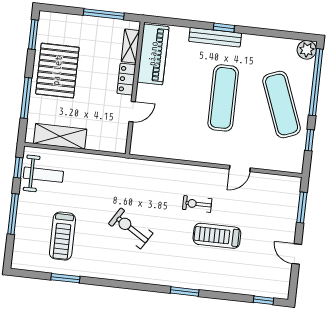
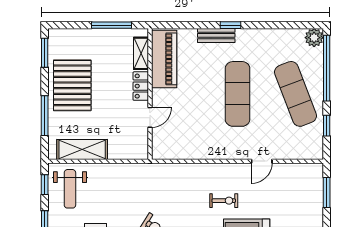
bench: (215, 37) -> (216, 35), width x0.73
weight bench: (43, 175) -> (70, 189), turned 90
exercise bike: (197, 204) -> (224, 201), turned 180

